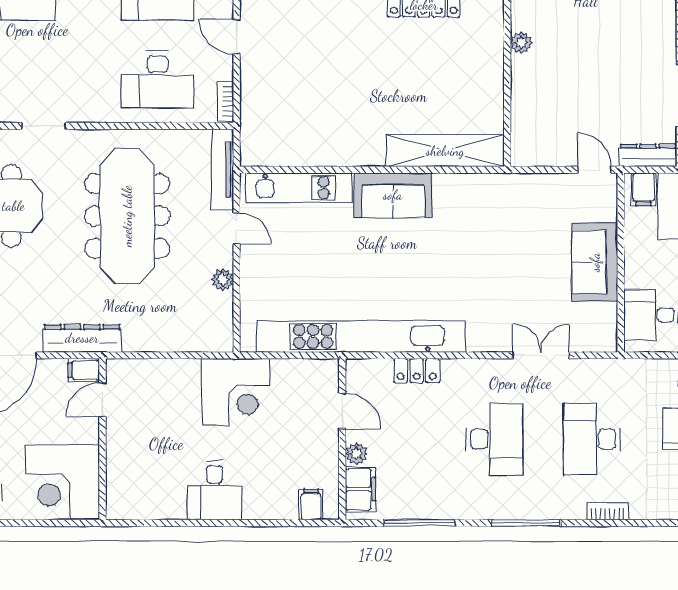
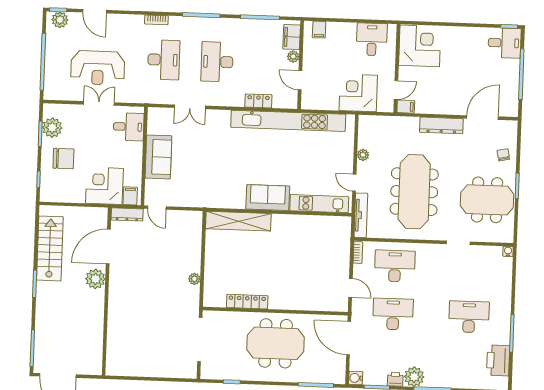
filing cabinet: (84, 370) -> (406, 107), moved
door: (103, 400) -> (396, 90), moved
wall: (103, 439) -> (397, 68), moved
corner desk: (62, 482) -> (420, 46), moved

